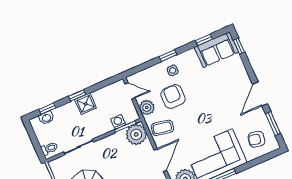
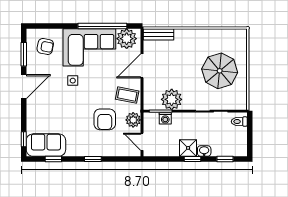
side table: (173, 70) -> (73, 81), moved
washbasin: (46, 118) -> (204, 151), moved
plant: (136, 134) -> (172, 99), moved

